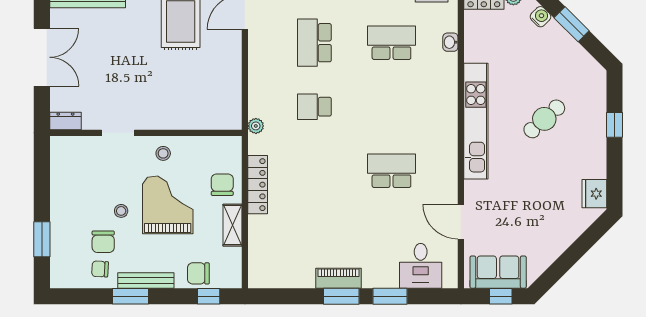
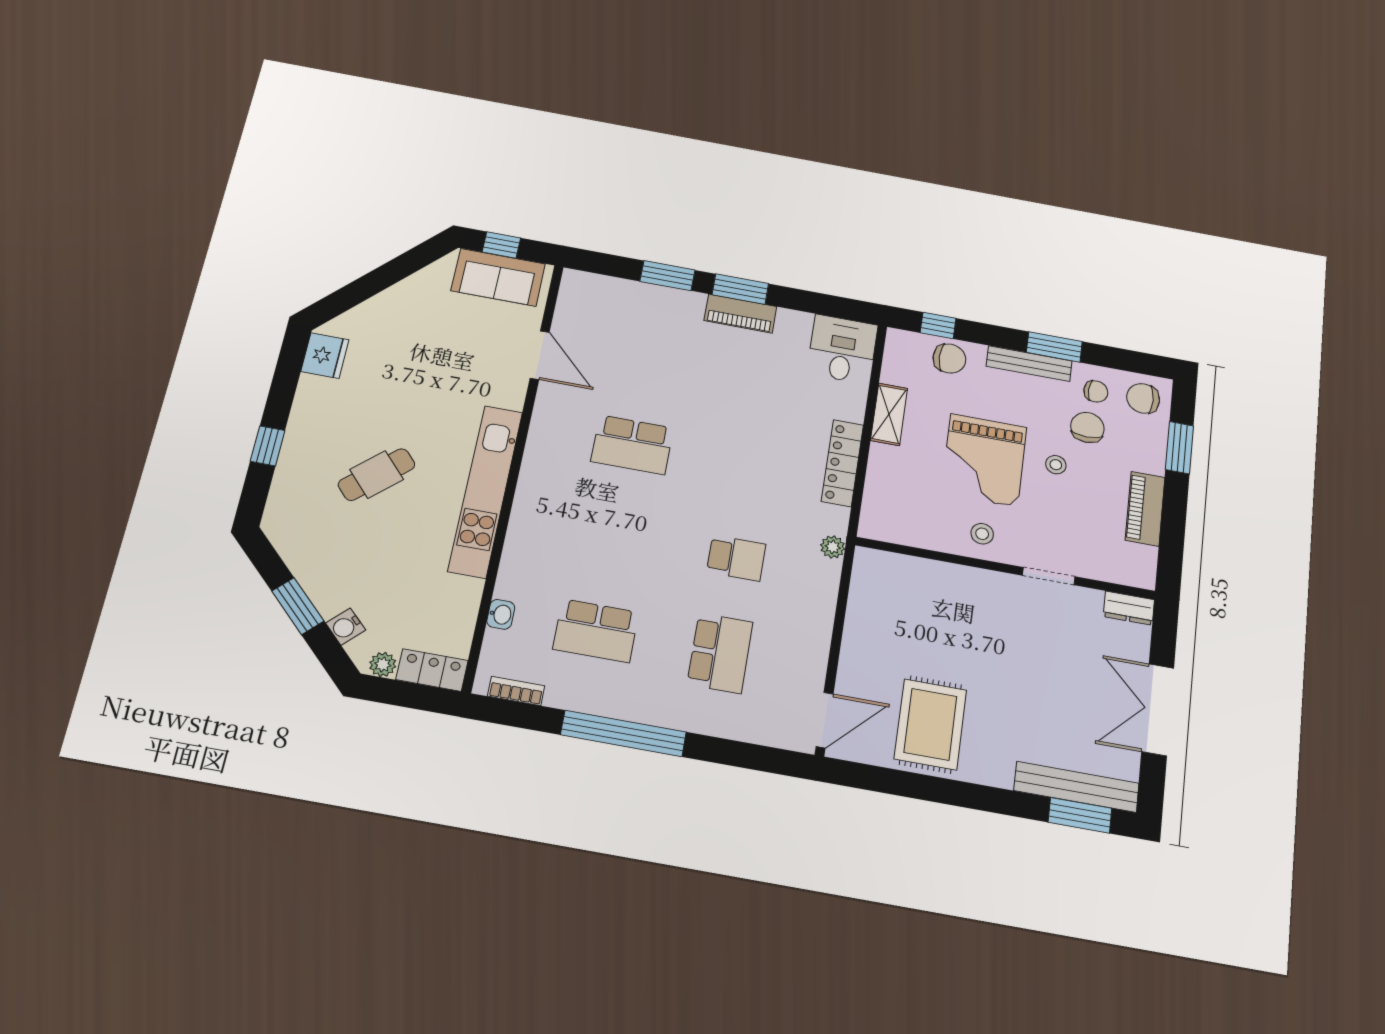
chair: (222, 185) -> (1143, 398), moved, turned 90
piano: (61, 191) -> (1145, 509), added
desk: (421, 266) -> (842, 349), moved

